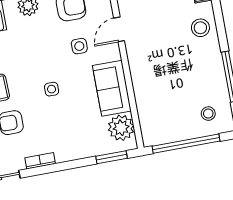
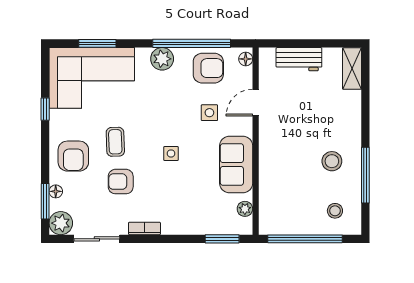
stool: (200, 28) -> (332, 161), moved
plant: (121, 128) -> (245, 209), width x0.53, depth x0.53

